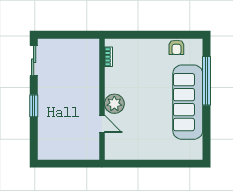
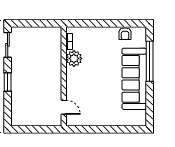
plant: (114, 104) -> (74, 58), moved
door: (102, 124) -> (64, 107), moved

